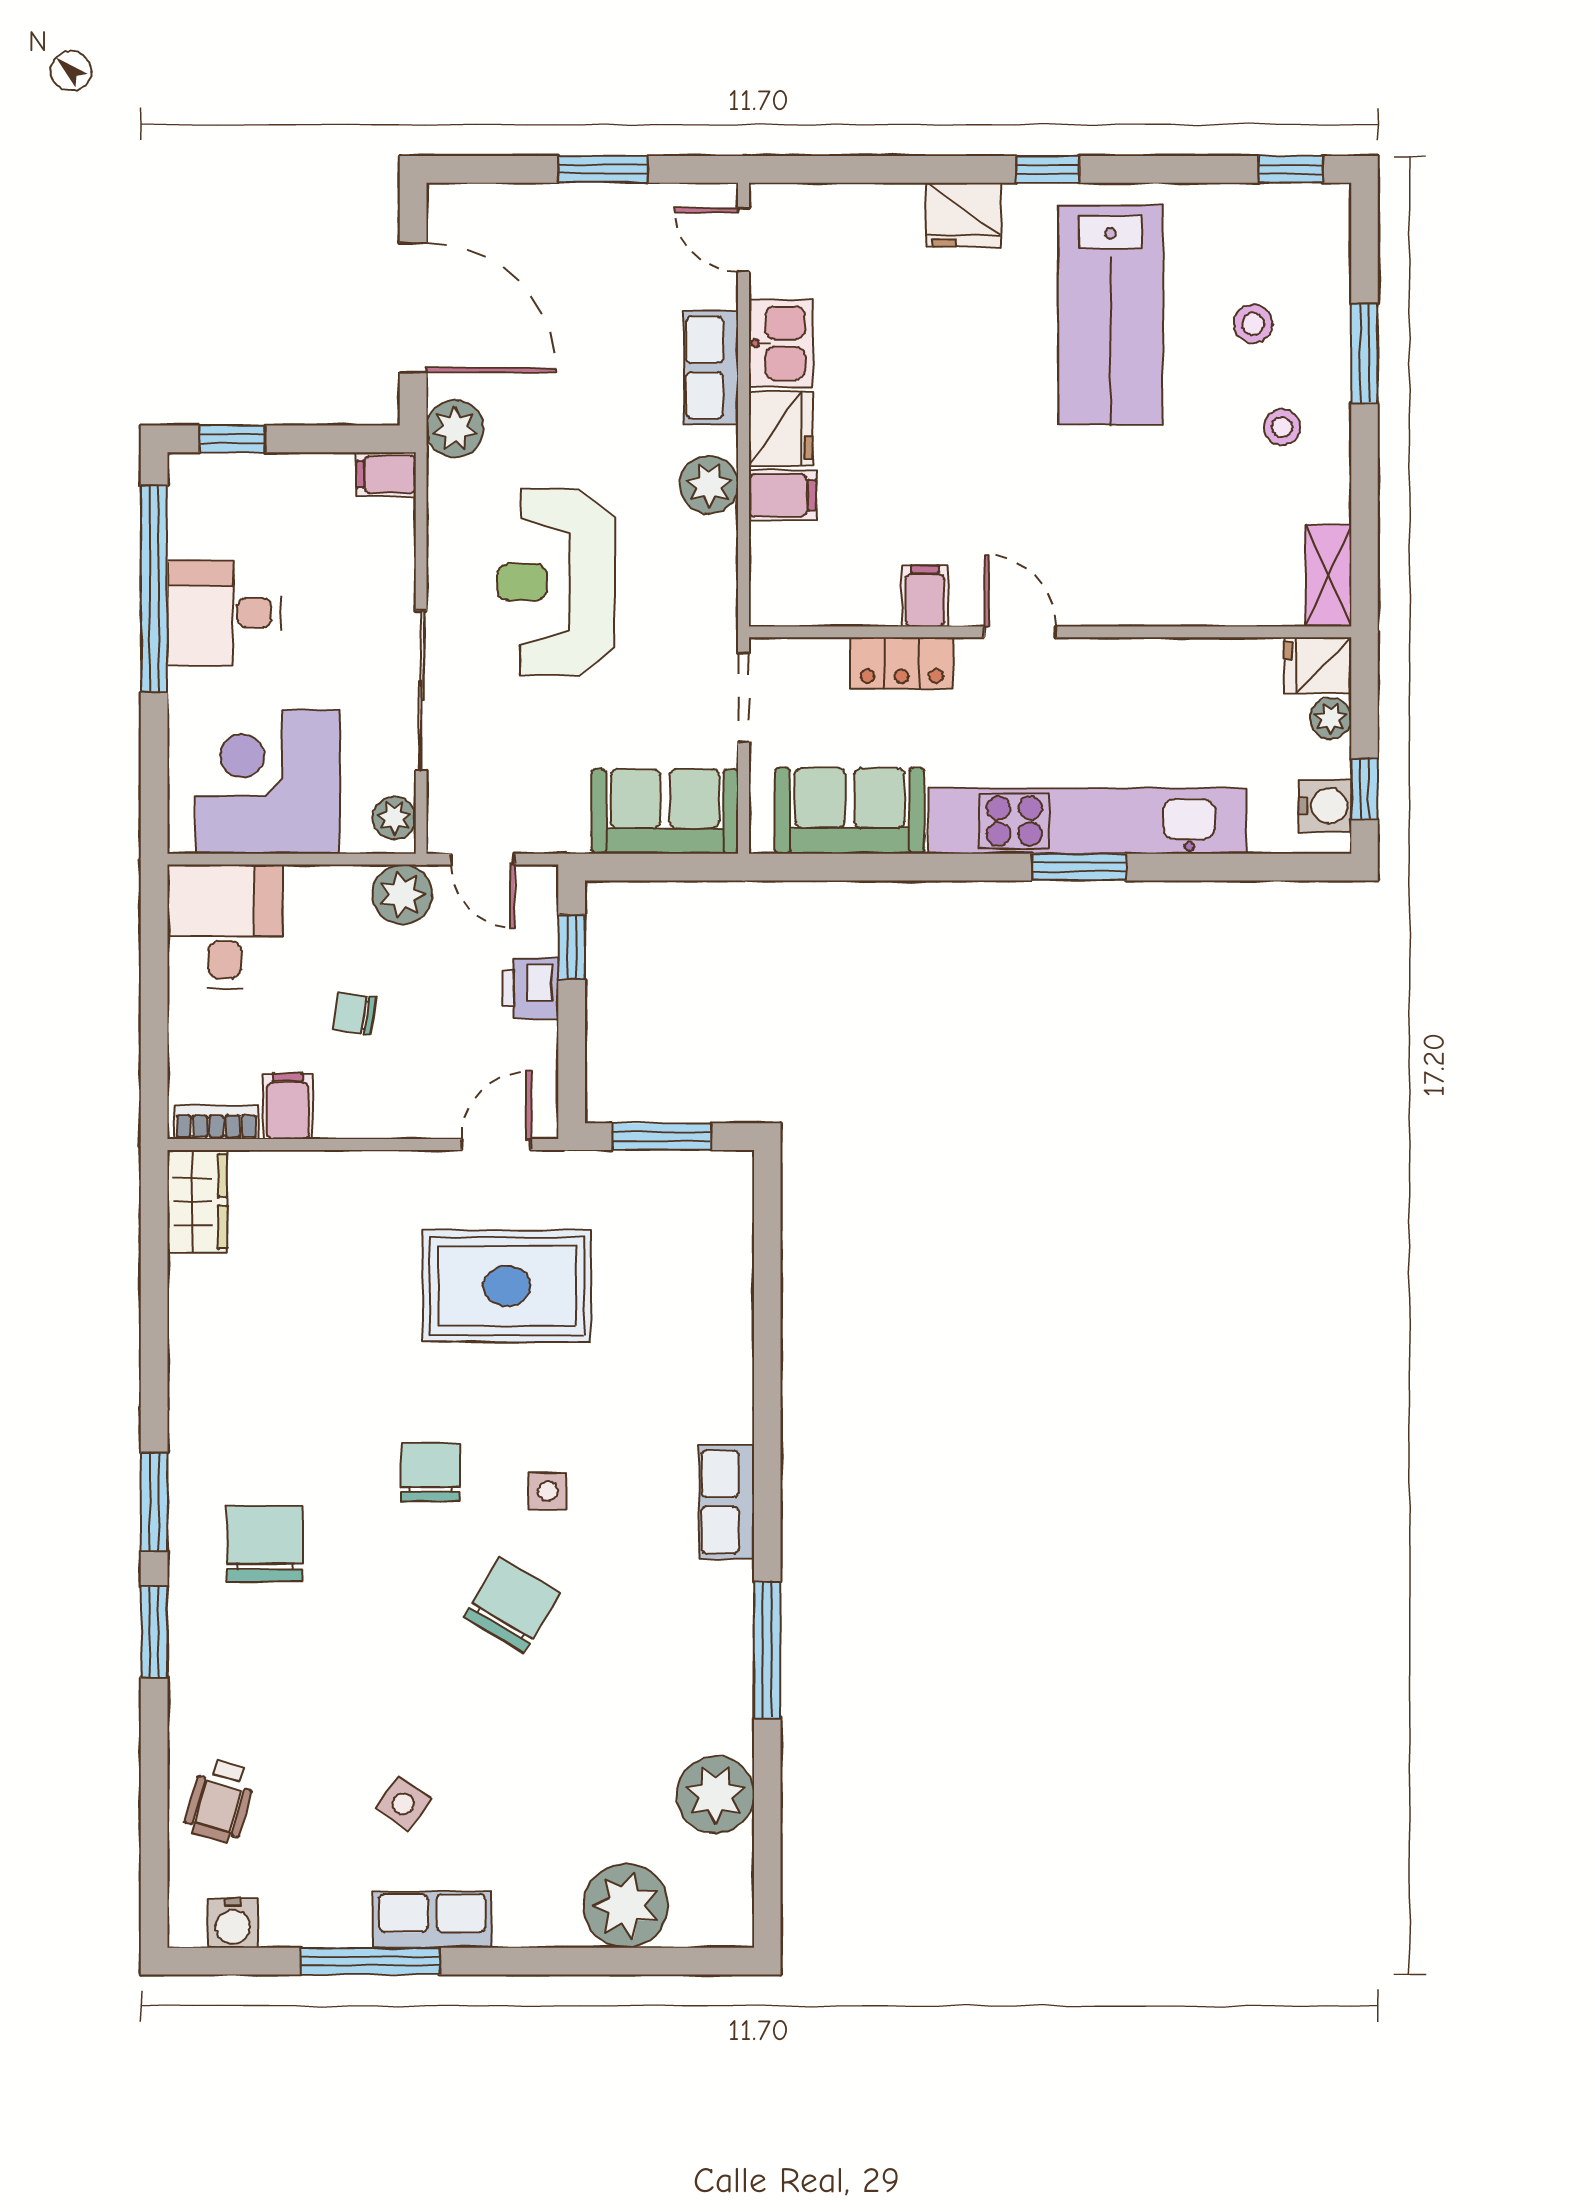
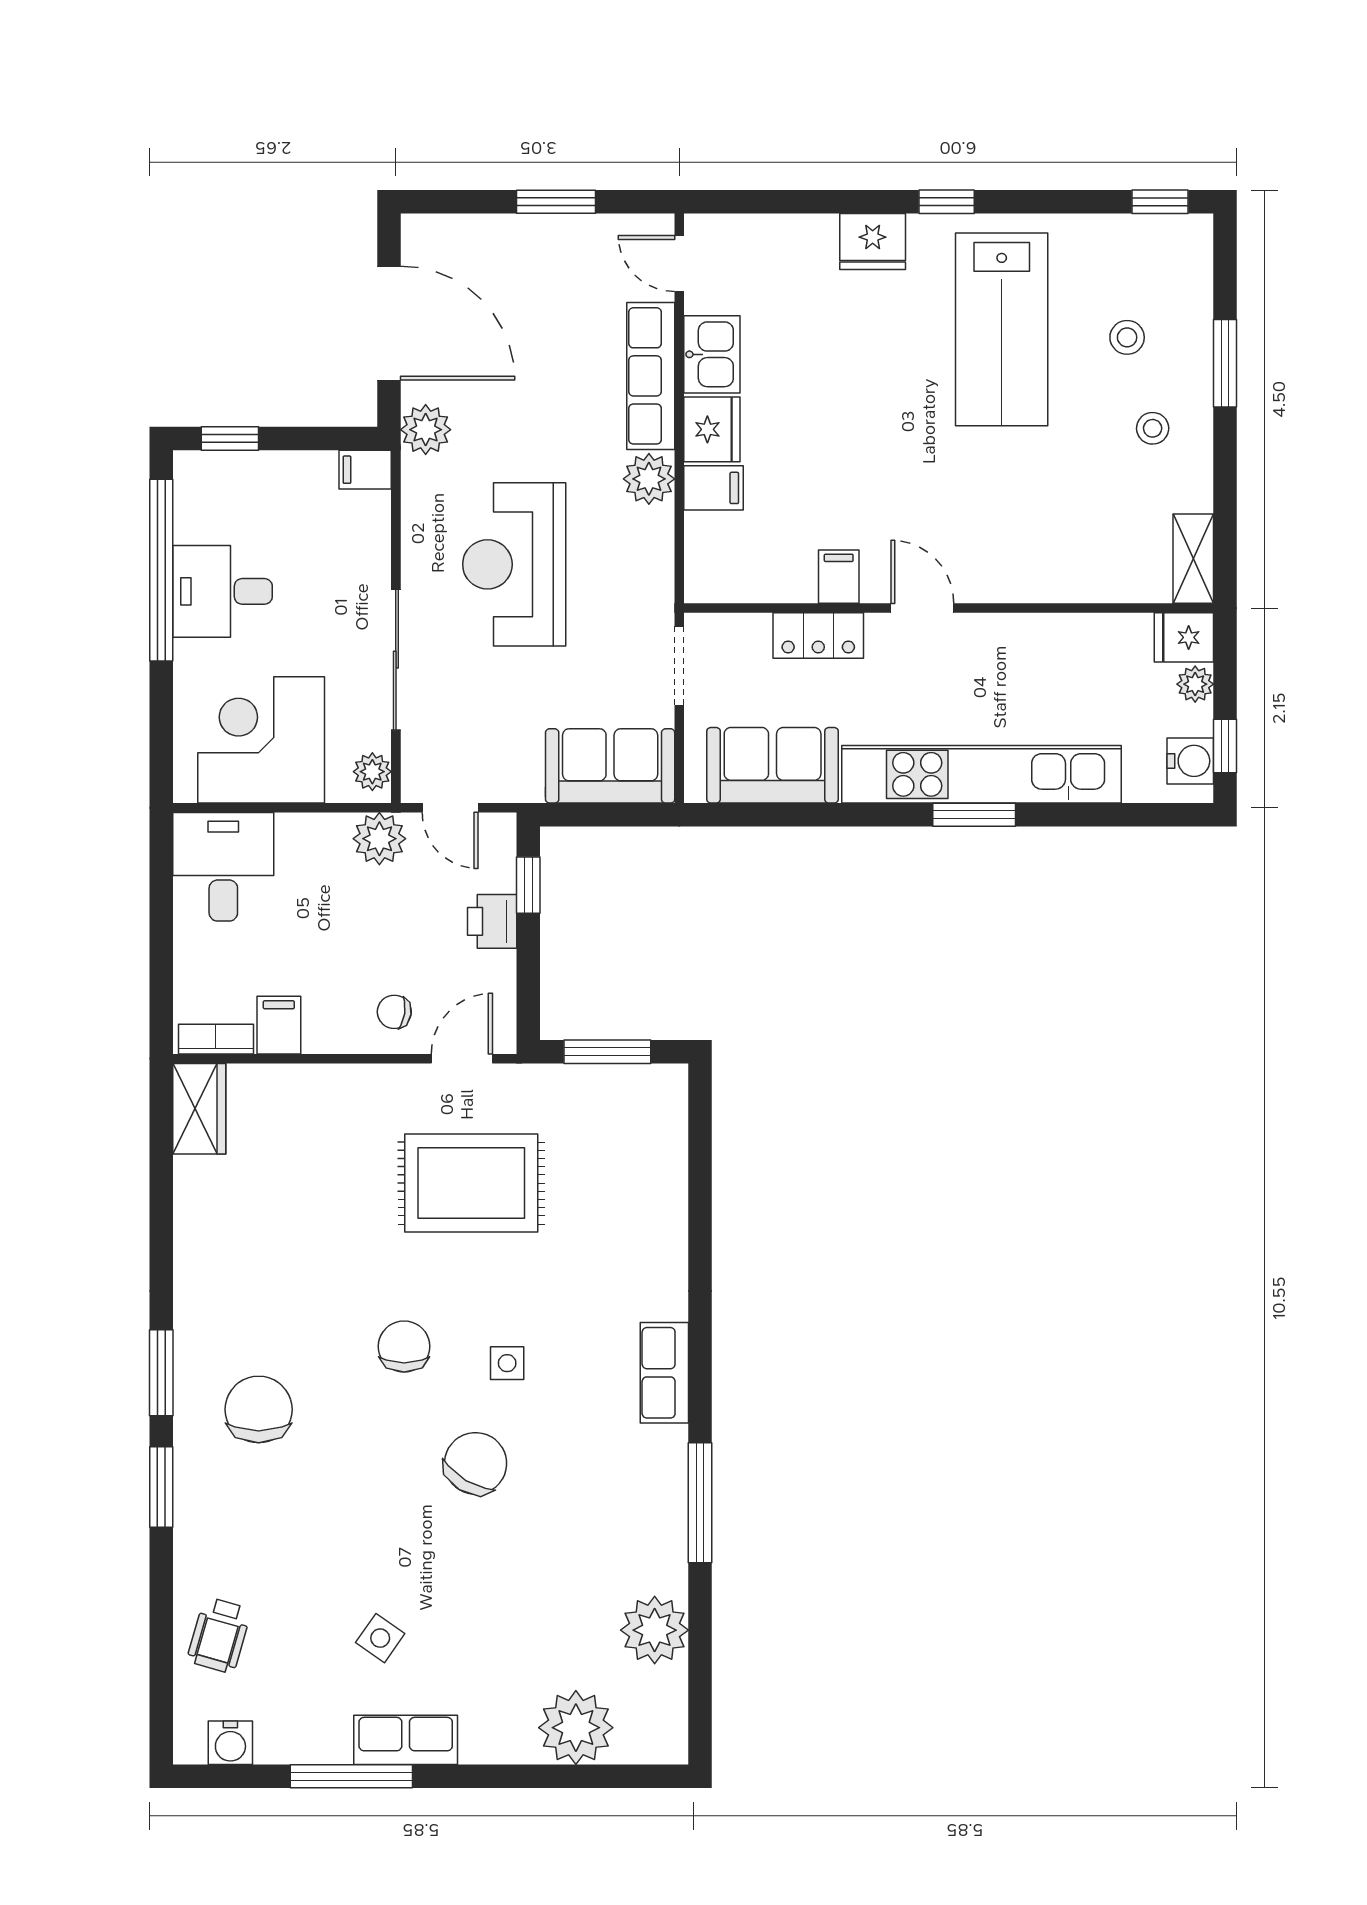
row of seats: (711, 368) -> (651, 376), width x1.48
chair: (354, 1014) -> (394, 1012), moved

